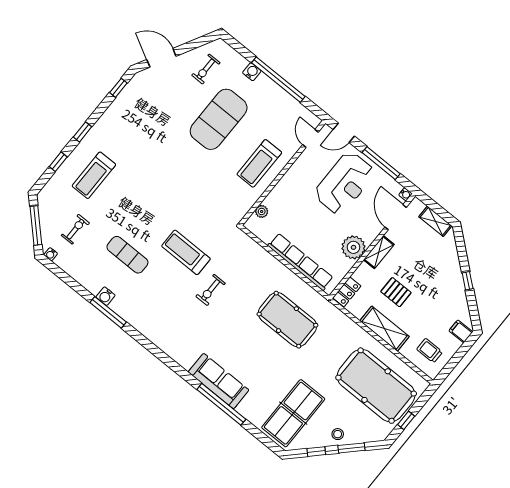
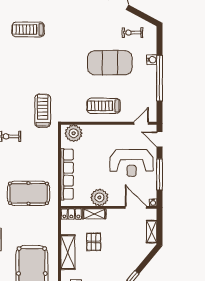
treadmill: (94, 175) -> (28, 29), moved
plant: (262, 211) -> (74, 133), width x1.87, depth x1.87
door: (396, 217) -> (136, 207), hinge flipped
treadmill: (186, 252) -> (43, 111), moved
shelving: (379, 252) -> (94, 214), moved
pool table: (287, 320) -> (28, 193), turned 90

